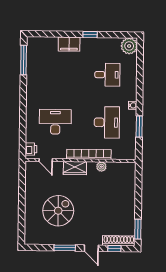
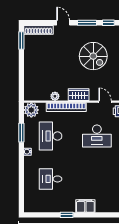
plant: (129, 46) -> (31, 110), moved
spiral stairs: (58, 211) -> (93, 56), turned -90
window: (114, 248) -> (108, 23), moved

